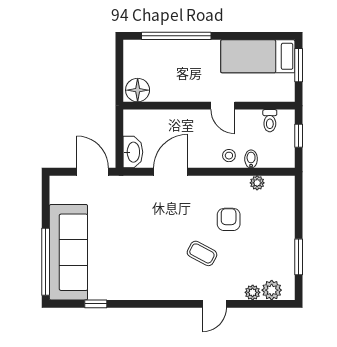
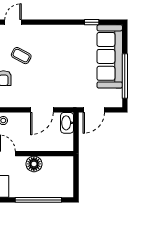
floor lamp: (138, 90) -> (34, 164), moved
door: (93, 172) -> (94, 110), hinge flipped
window: (46, 262) -> (125, 76), moved

